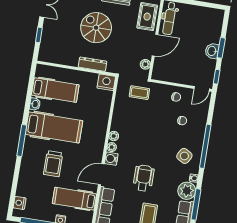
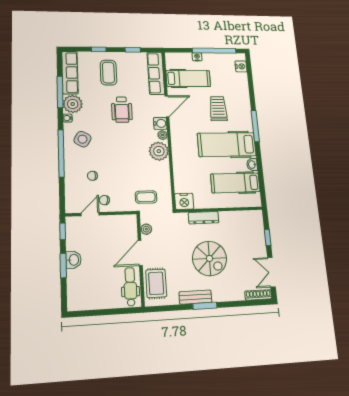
door: (202, 89) -> (90, 214), moved
plant: (114, 136) -> (159, 151), width x1.88, depth x1.88

